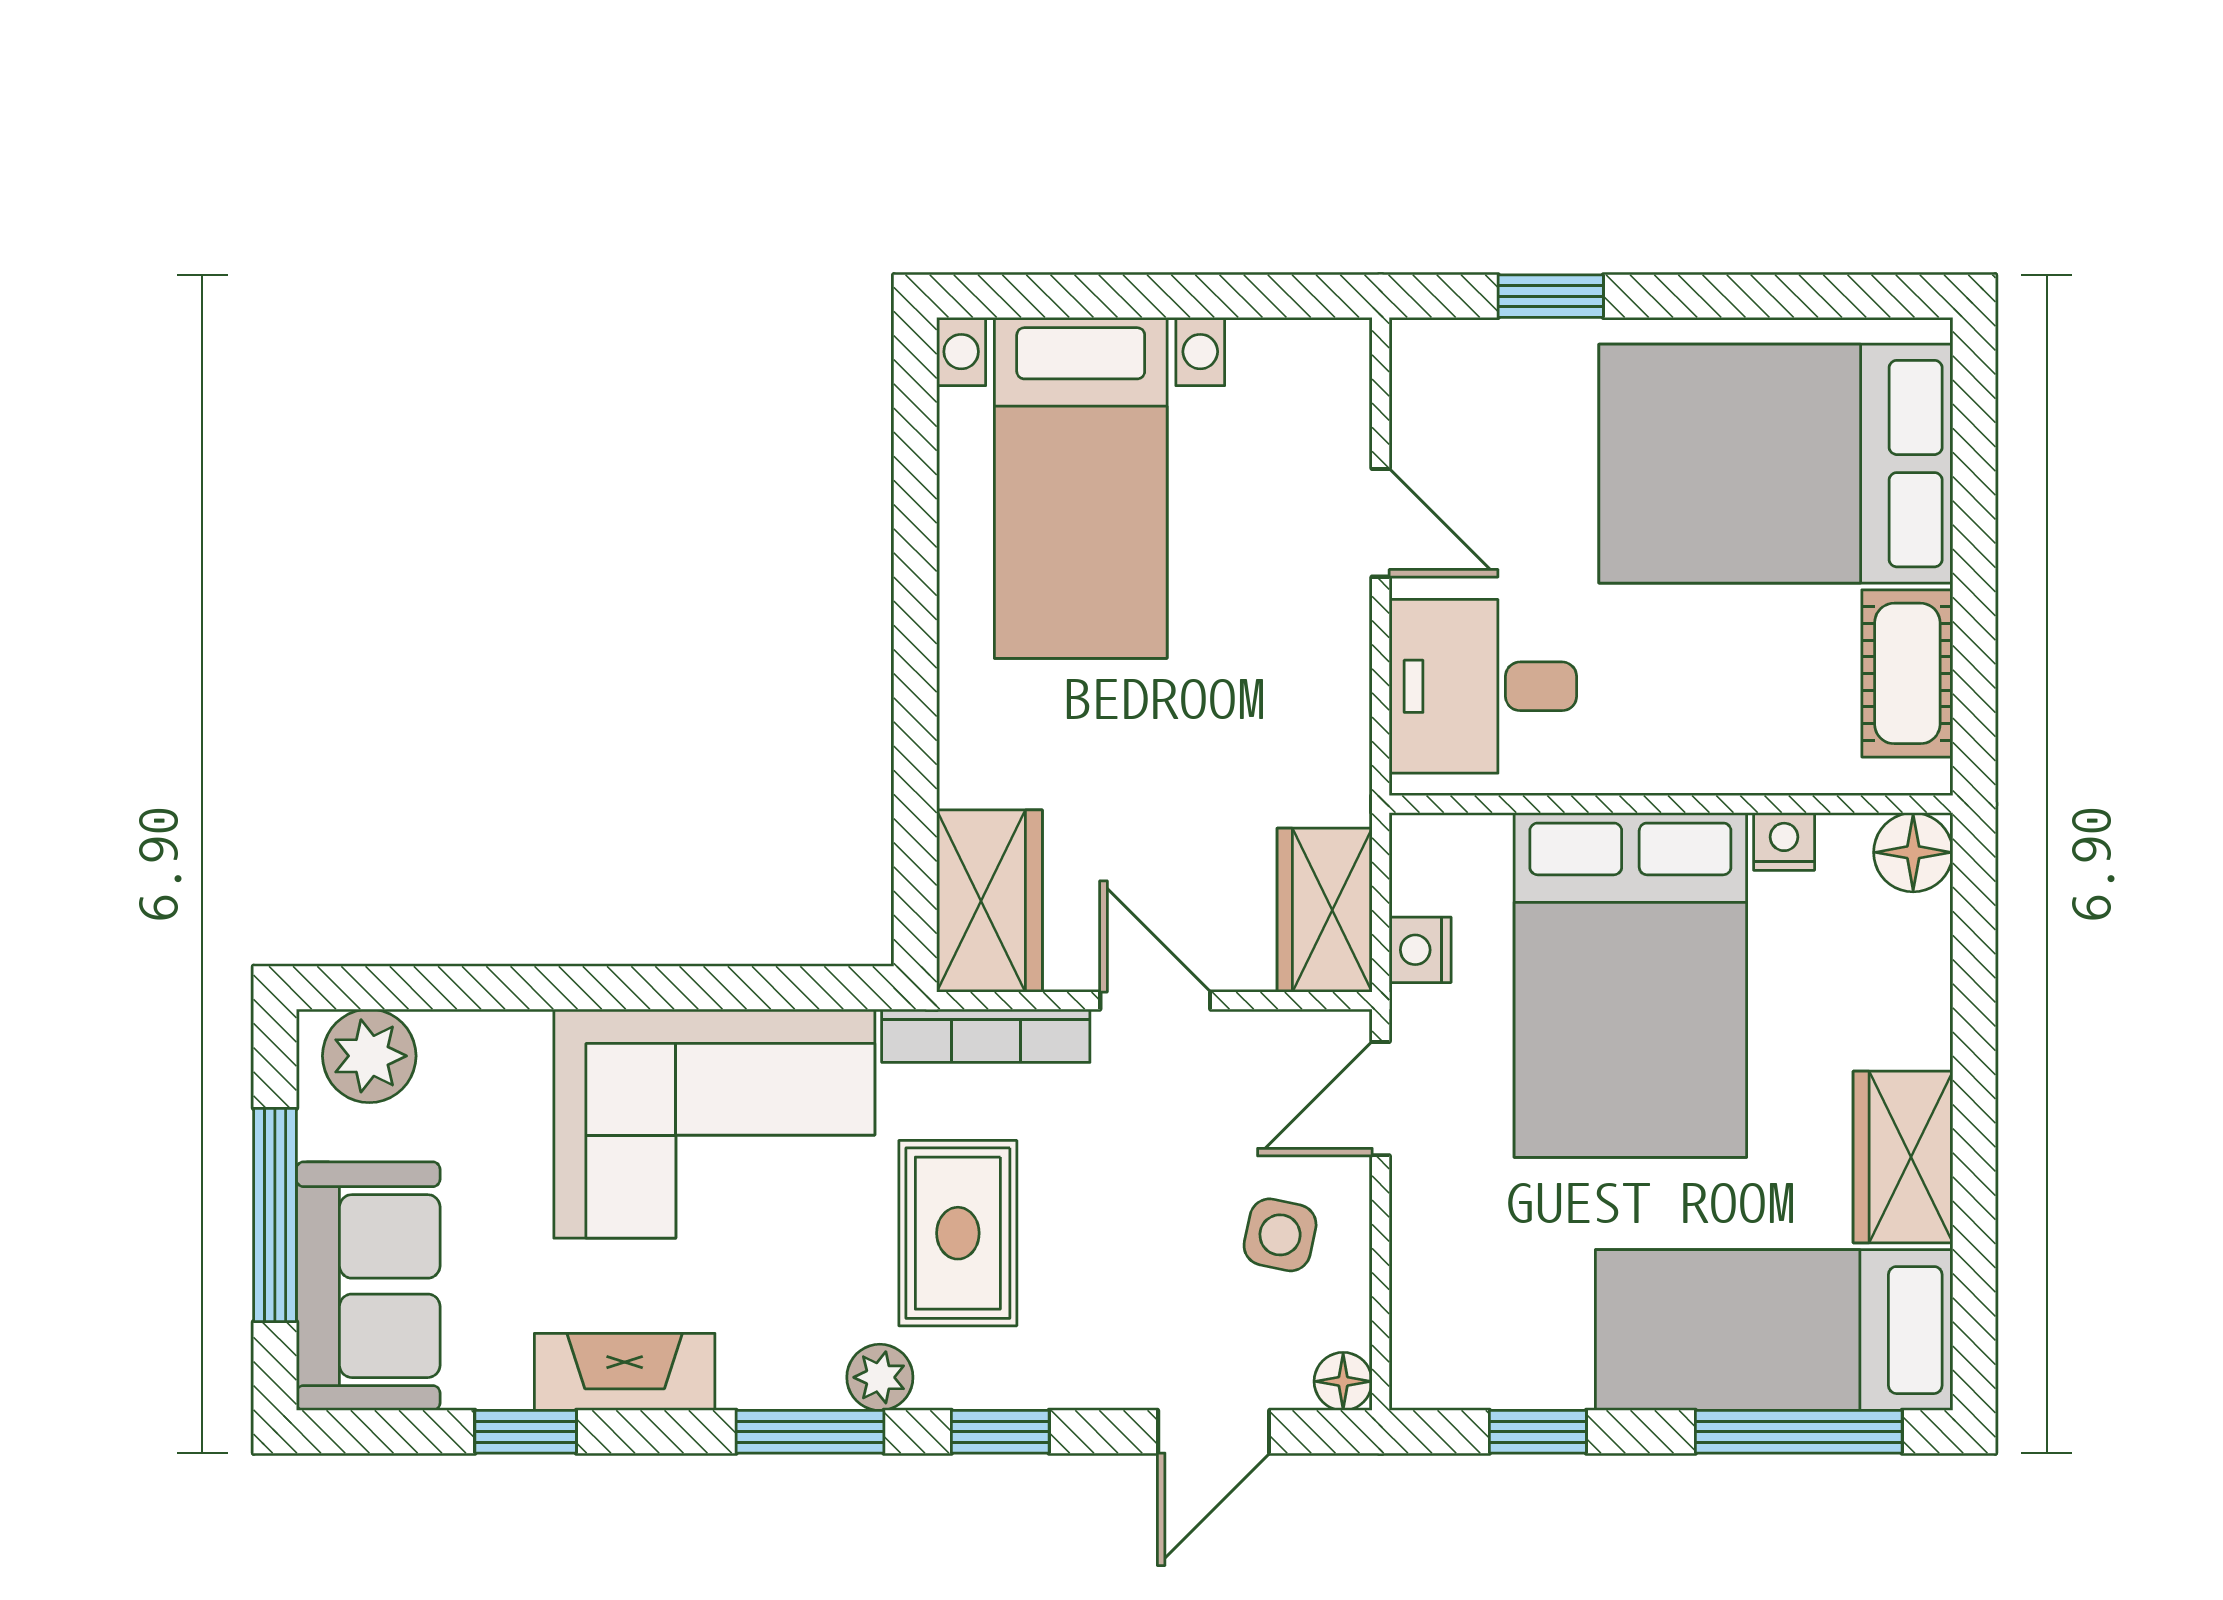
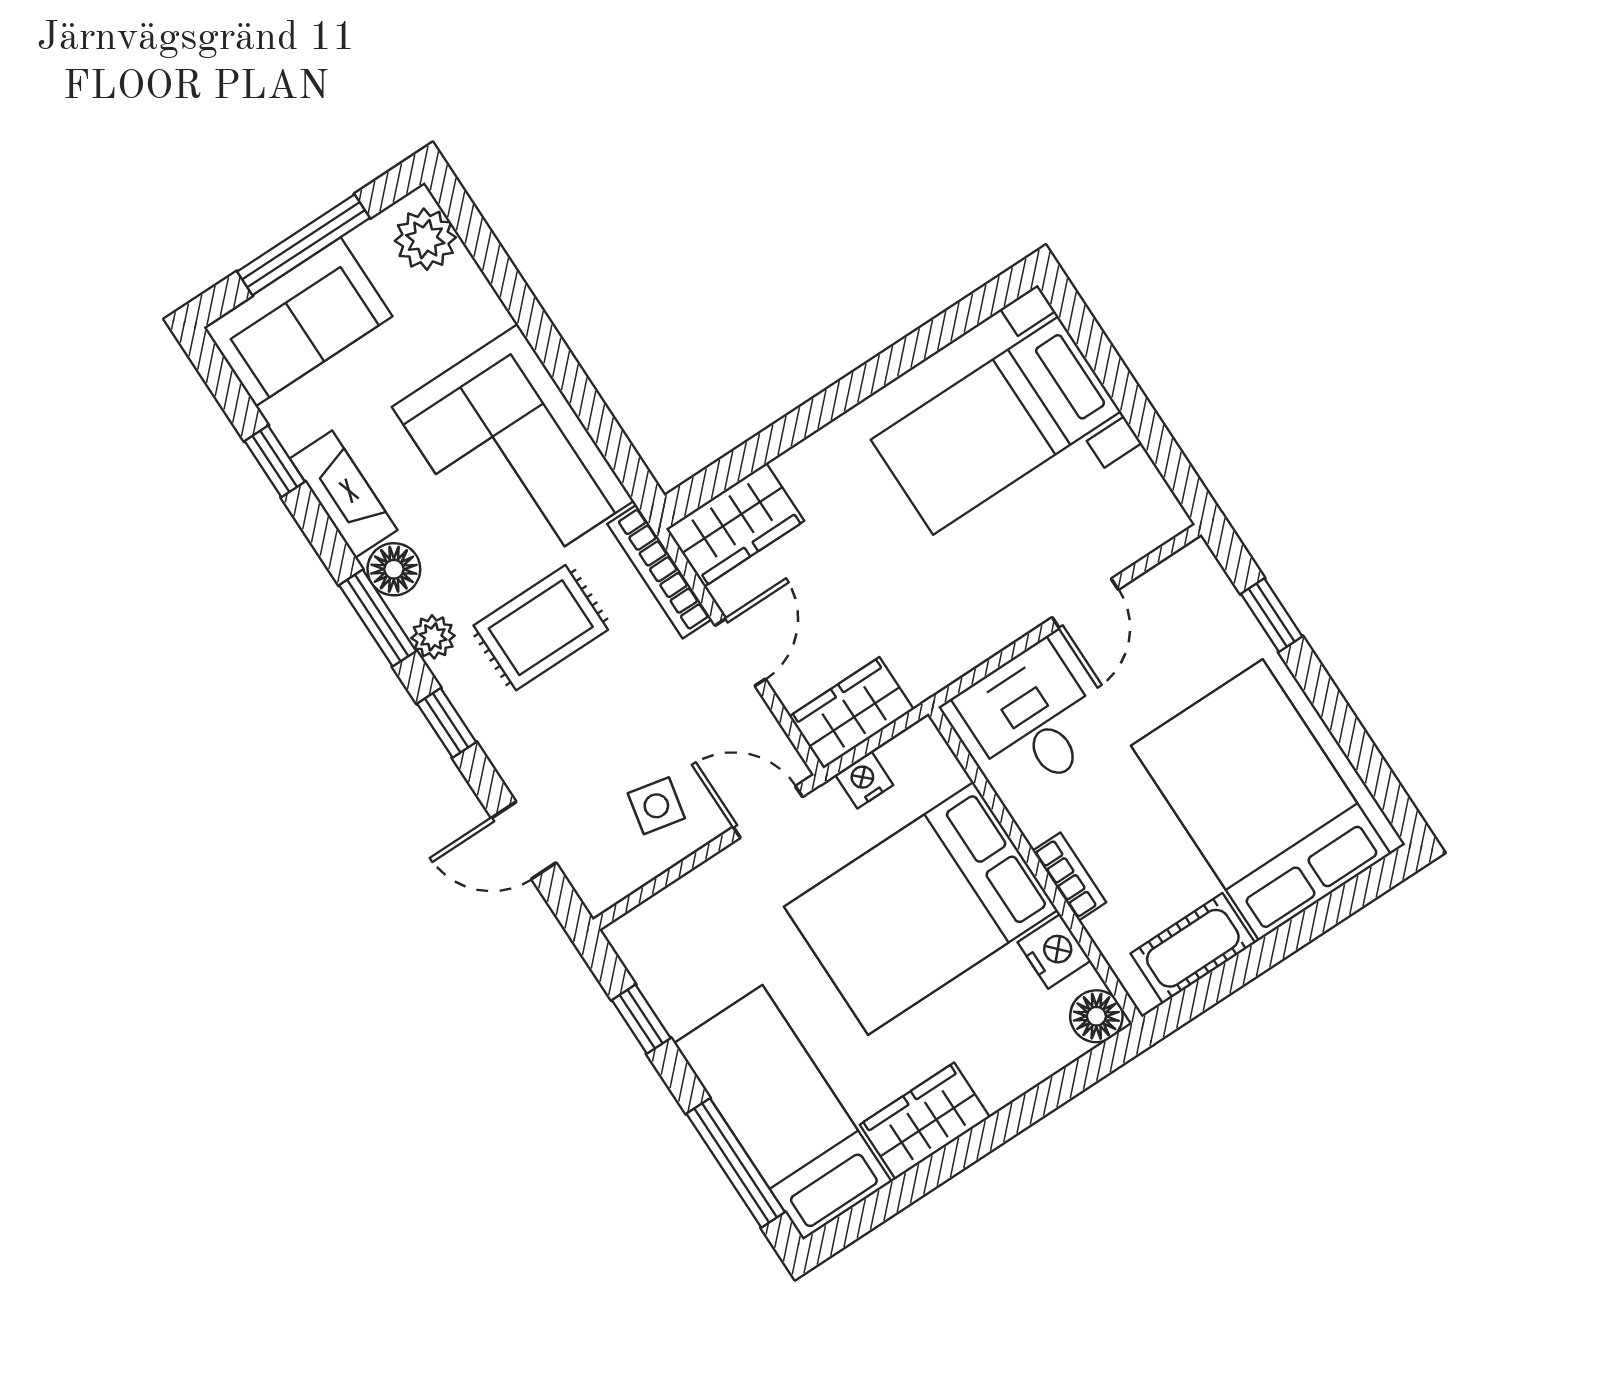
bookcase: (1714, 770) -> (1069, 877), added
nightstand: (1784, 842) -> (1054, 951), width x1.39, depth x1.35
floor lamp: (1343, 1381) -> (394, 569), moved, width x1.37, depth x1.37

